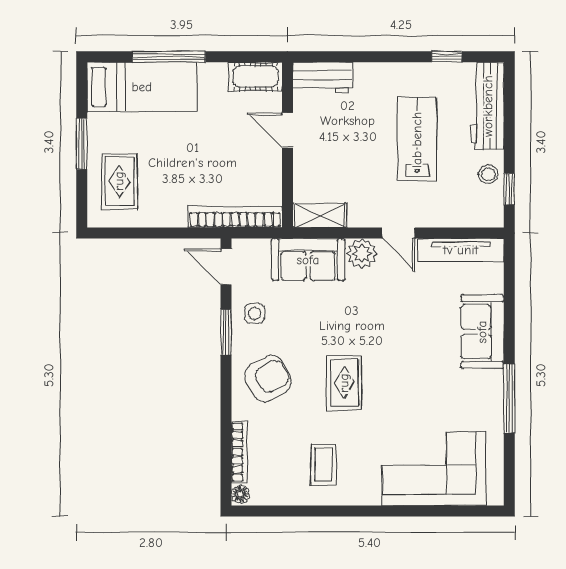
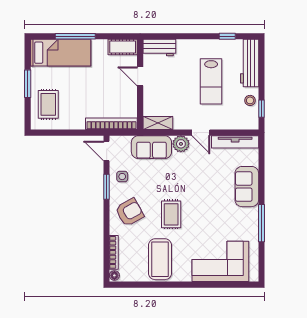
lab bench: (417, 140) -> (211, 81), turned 180
coffee table: (324, 465) -> (160, 259), width x1.86, depth x1.72

